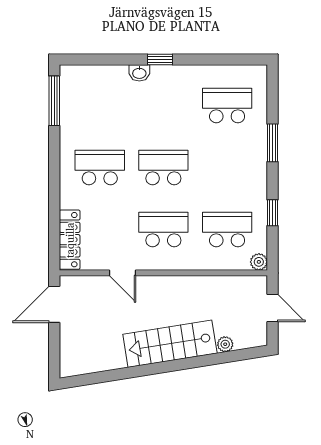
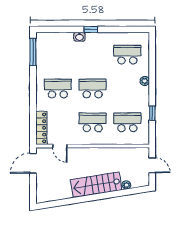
window: (272, 143) -> (152, 75), removed
plant: (259, 262) -> (145, 81), moved
door: (122, 273) -> (60, 146), moved

